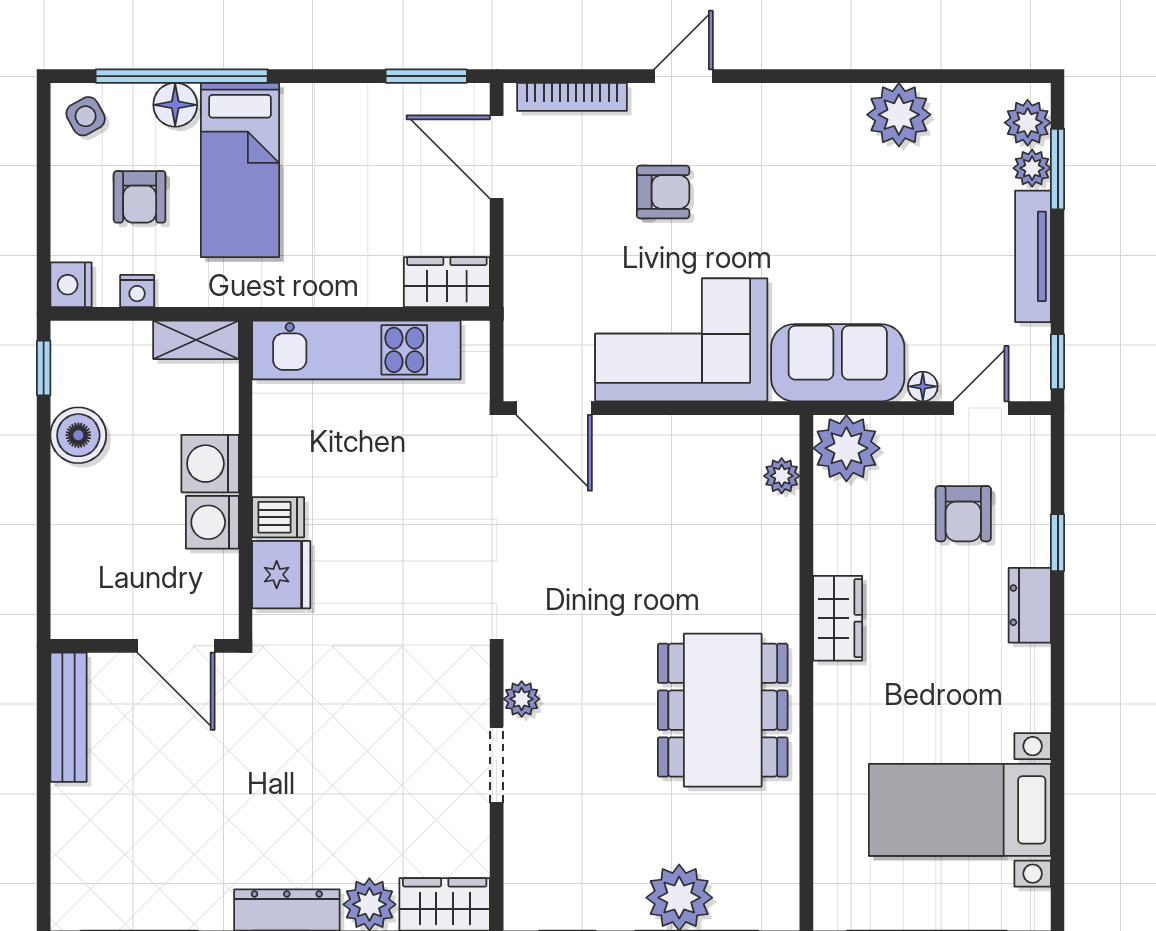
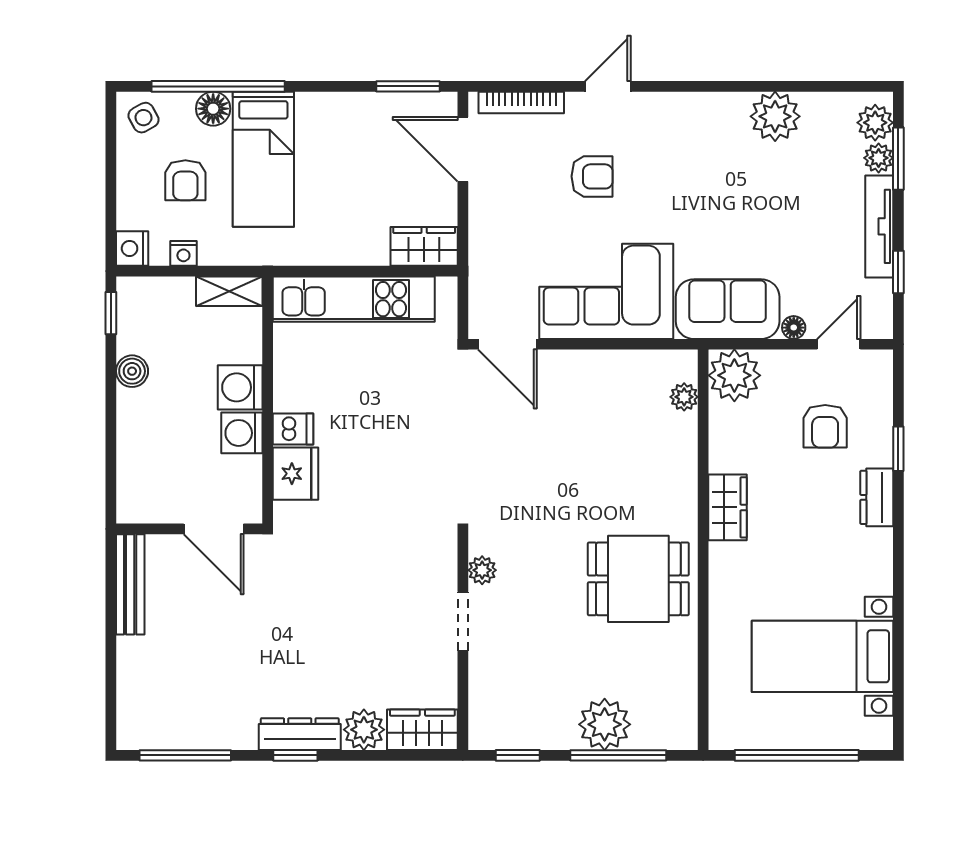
window: (1058, 362) -> (898, 272), moved
boiler: (78, 435) -> (132, 371), width x0.73, depth x0.73
dining table: (723, 710) -> (638, 579), width x0.73

